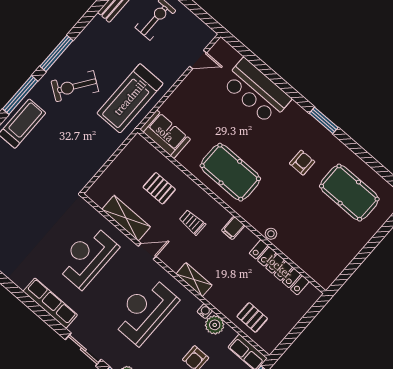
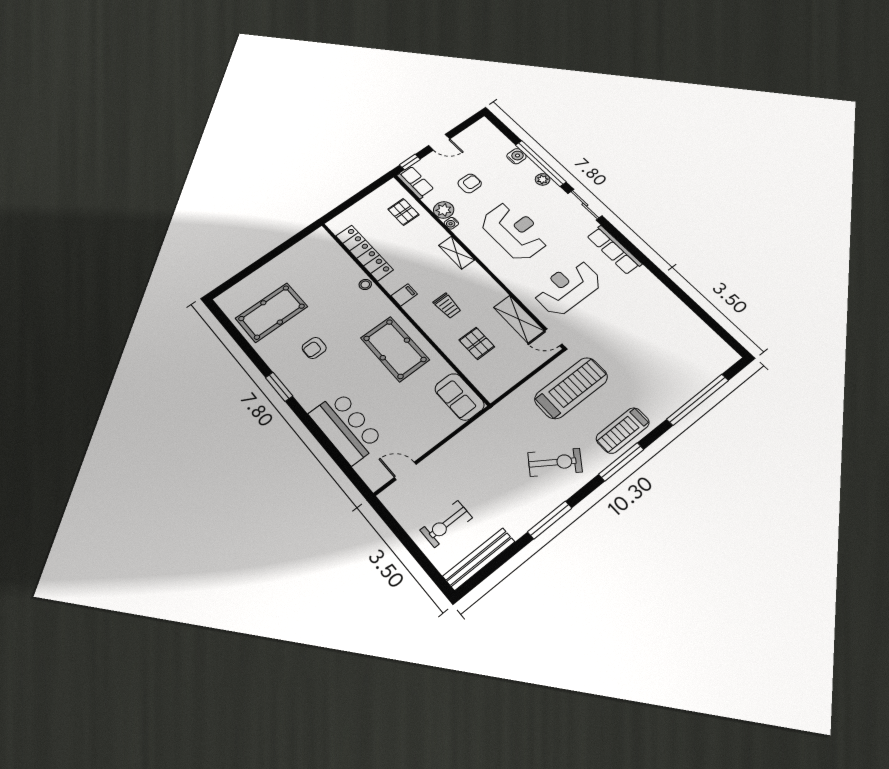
window: (56, 53) -> (550, 520), moved
treadmill: (130, 98) -> (571, 388), moved
pool table: (349, 193) -> (272, 312), turned 90
door: (147, 251) -> (553, 337), moved
reception desk: (87, 257) -> (568, 288), turned 180
reception desk: (145, 311) -> (514, 231), turned -90

